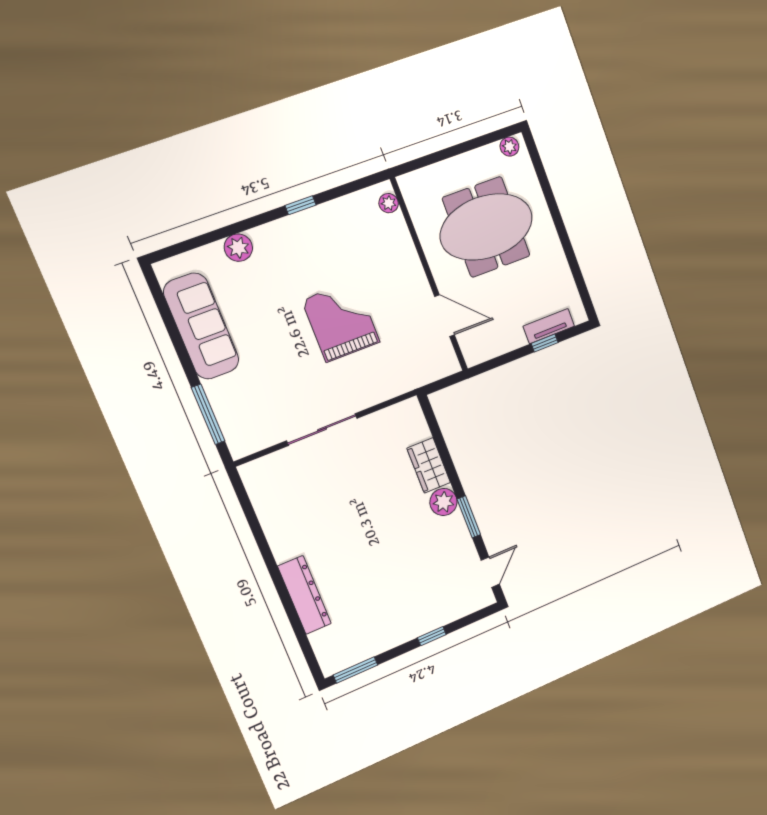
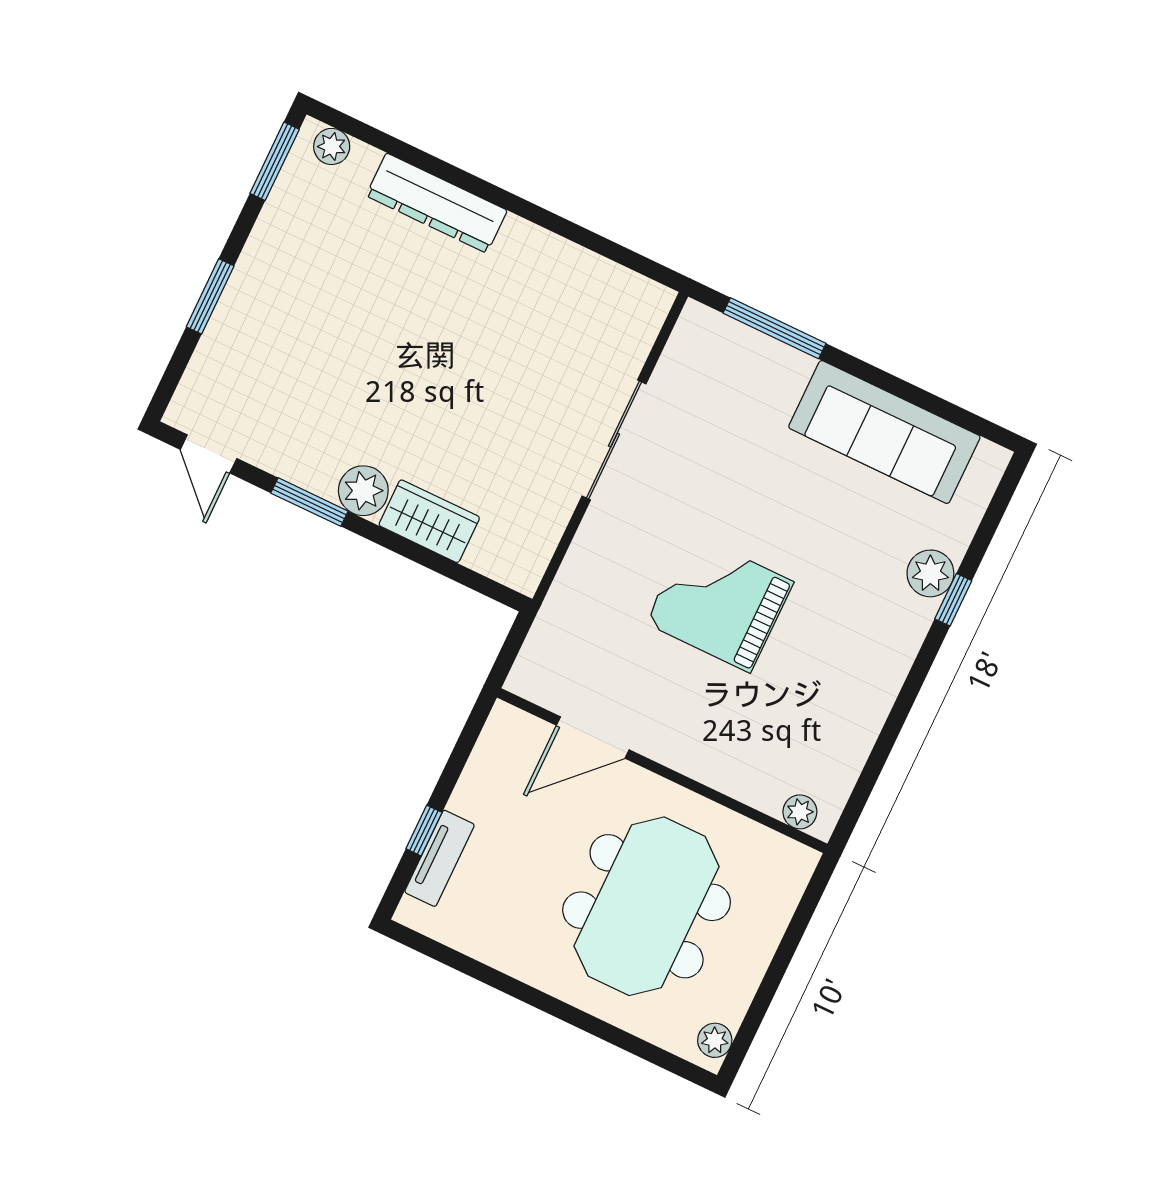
window: (301, 205) -> (953, 600), moved
grand piano: (341, 321) -> (719, 602), turned 180
window: (432, 636) -> (210, 296), width x1.50
plant: (326, 656) -> (332, 146), added

